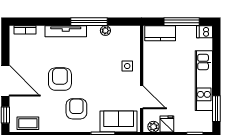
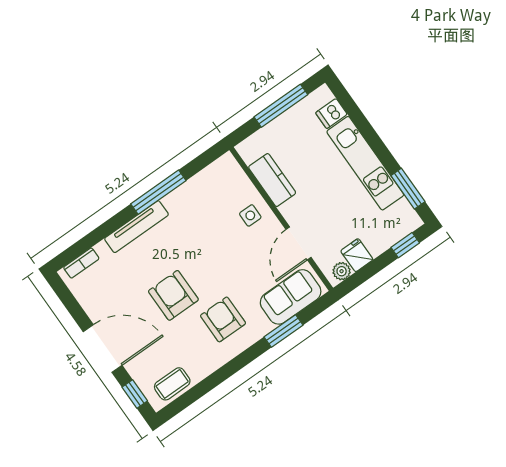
plant: (105, 31) -> (188, 189), removed
dishwasher: (204, 32) -> (331, 113), moved
kitchen counter: (160, 33) -> (272, 180), moved, turned -90
door: (142, 97) -> (299, 243), swing flipped

